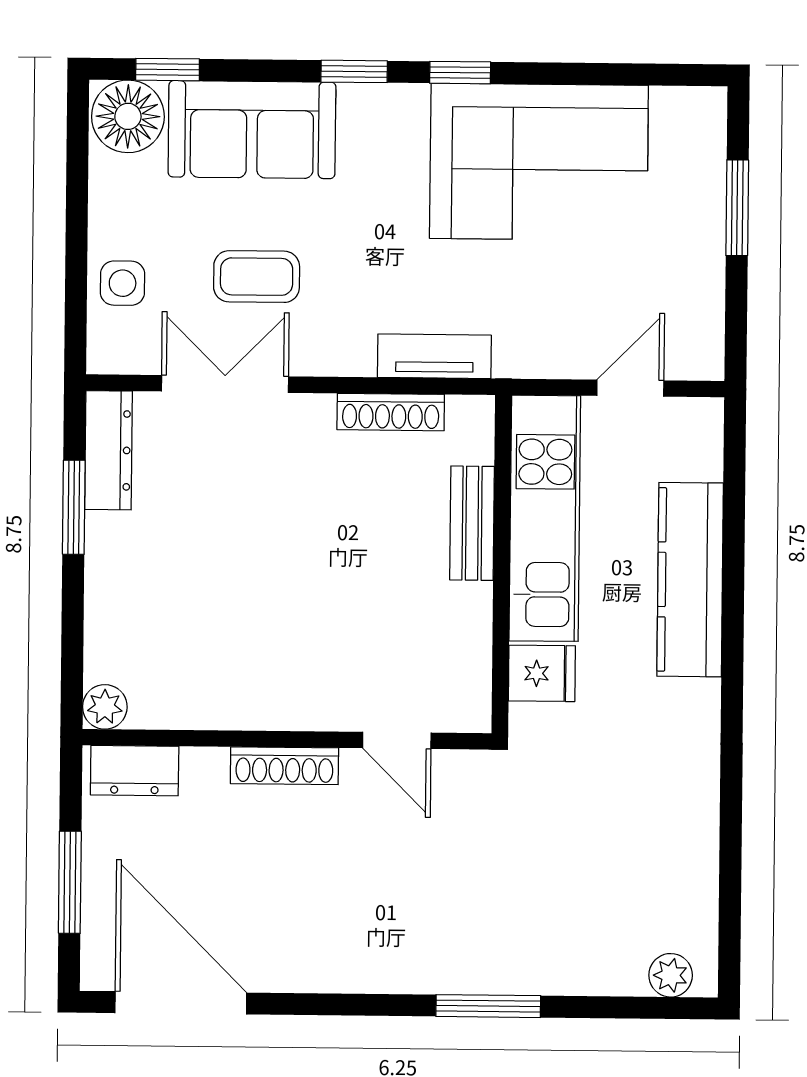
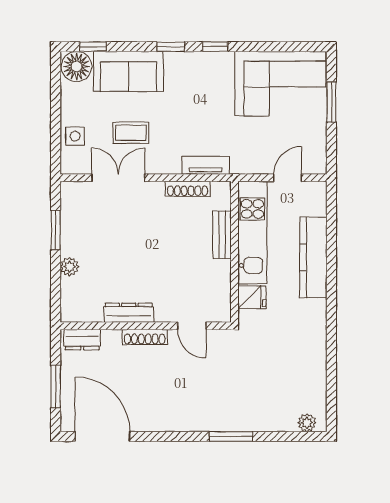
corner sofa: (539, 162) -> (280, 84), moved
dresser: (109, 450) -> (129, 313), moved, turned -90
plant: (105, 707) -> (70, 267), moved

